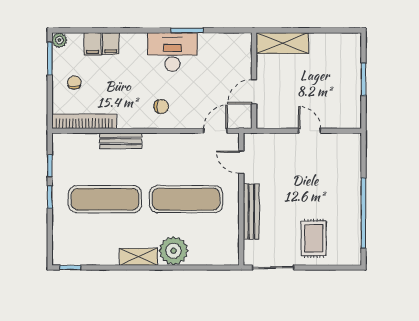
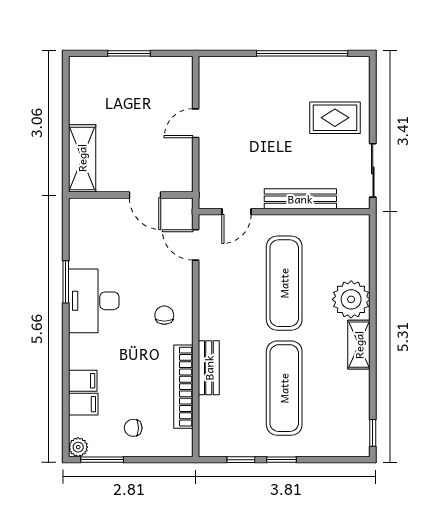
bookcase: (84, 121) -> (183, 387), moved

